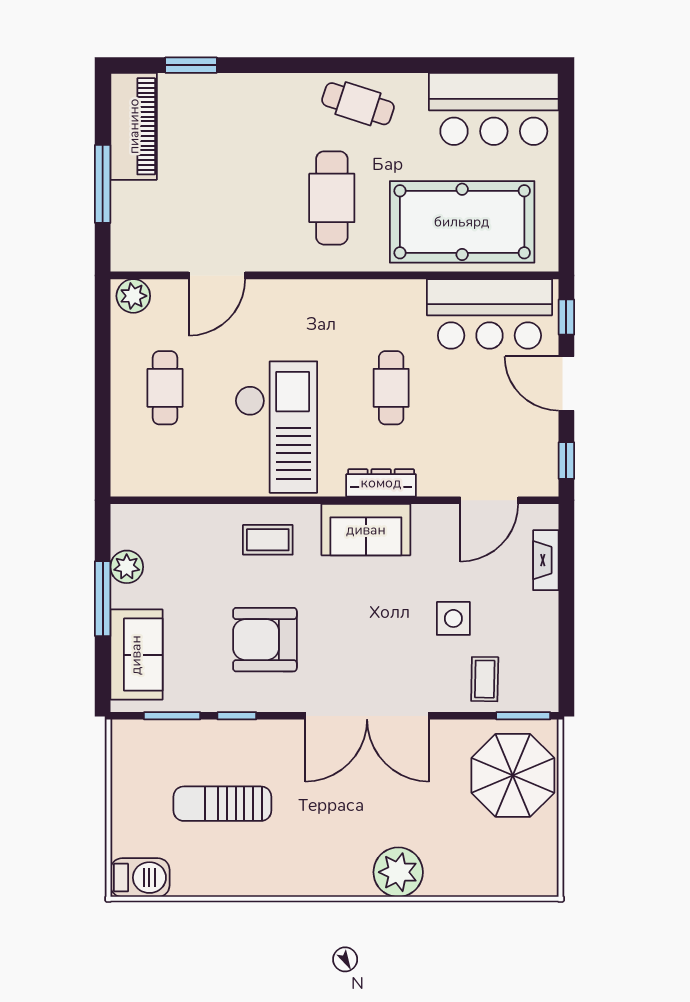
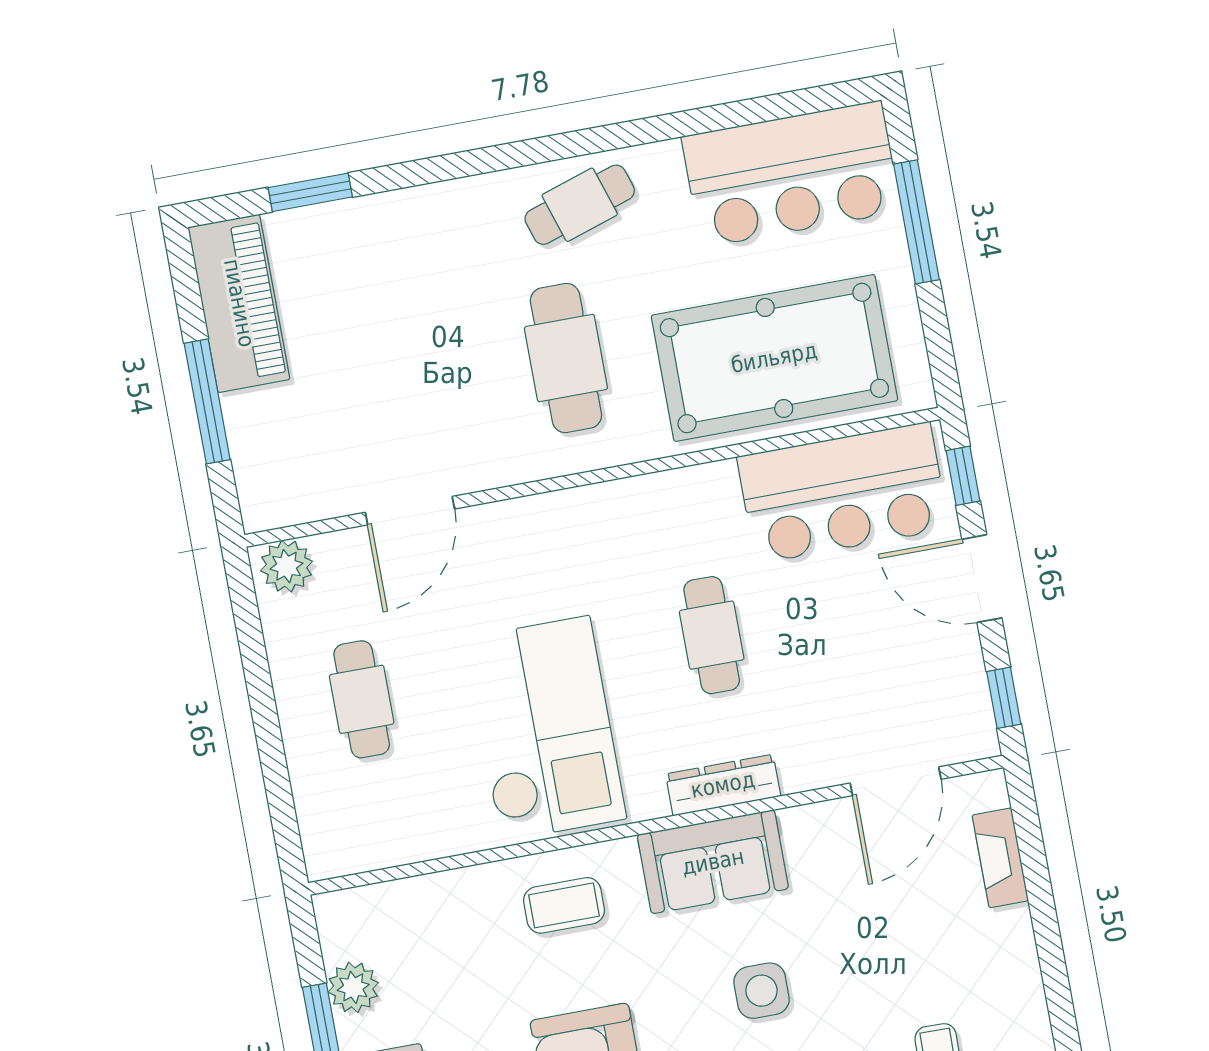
cafe table: (358, 104) -> (580, 205), turned -36
window: (566, 153) -> (916, 222), added
side table: (453, 618) -> (761, 991), moved

